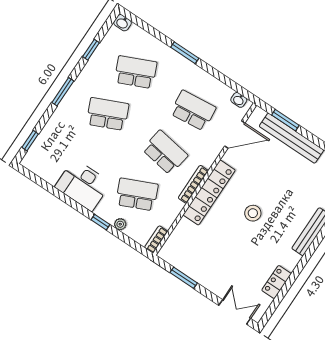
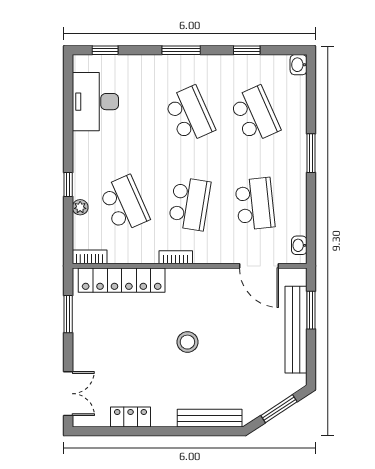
bookcase: (193, 184) -> (176, 257), width x0.64
desk: (83, 185) -> (95, 102), moved
locker: (209, 193) -> (122, 280), moved

